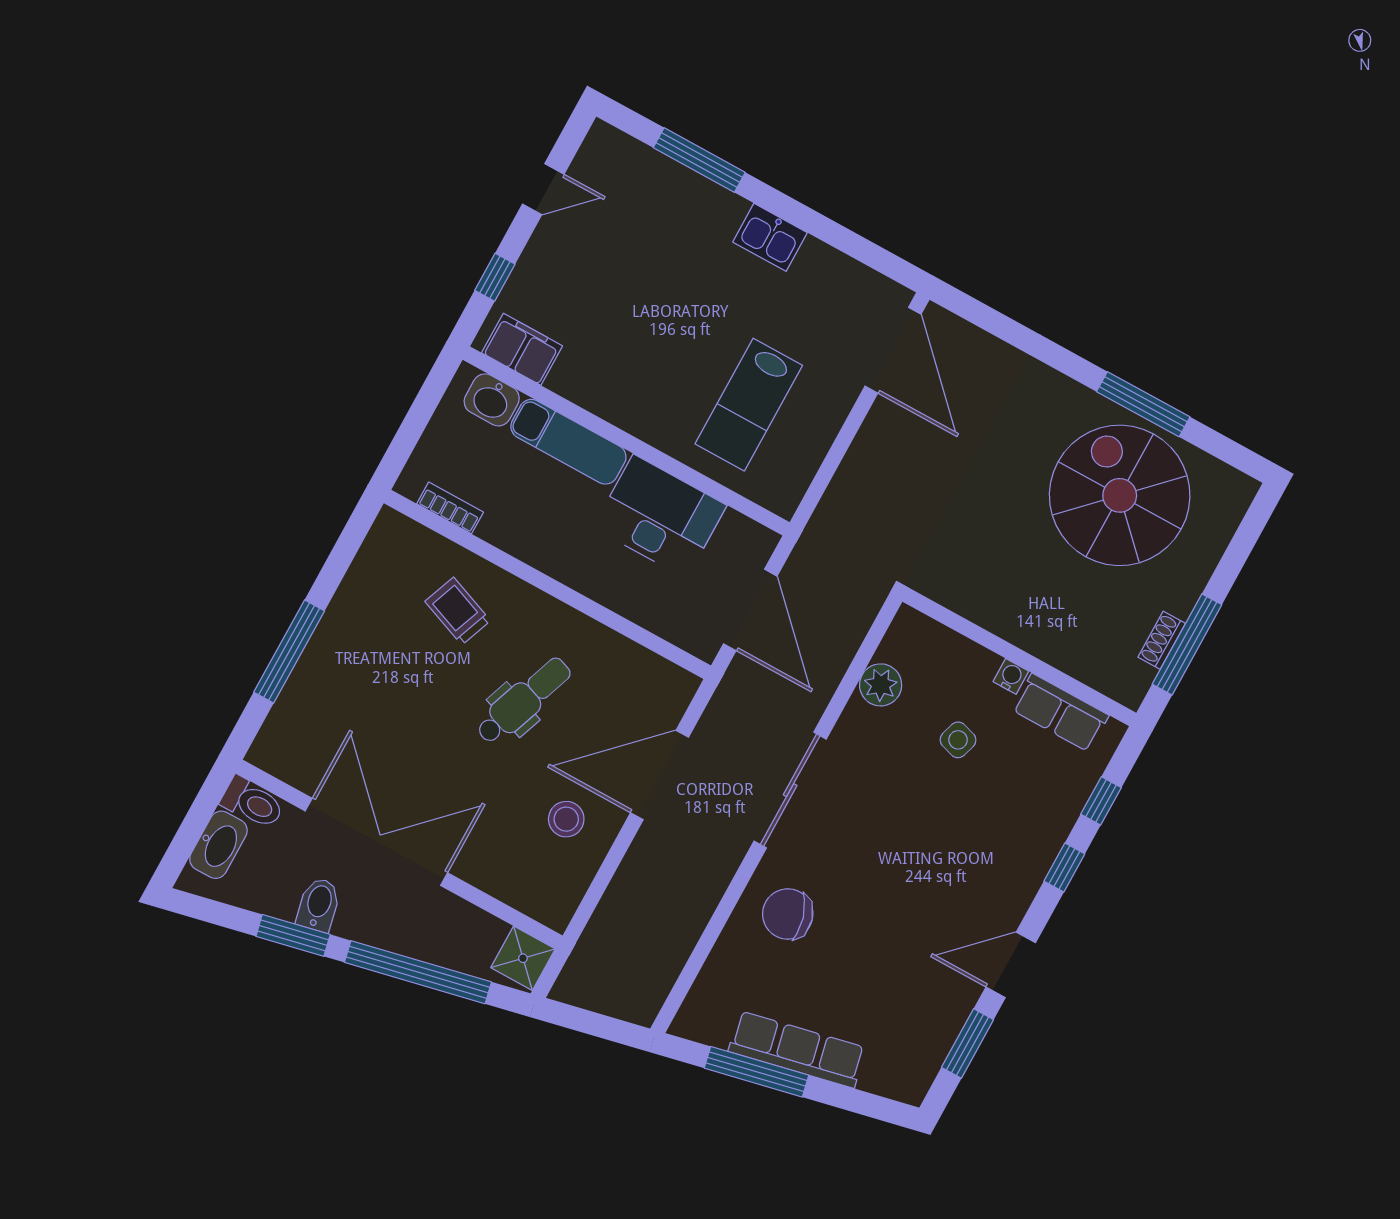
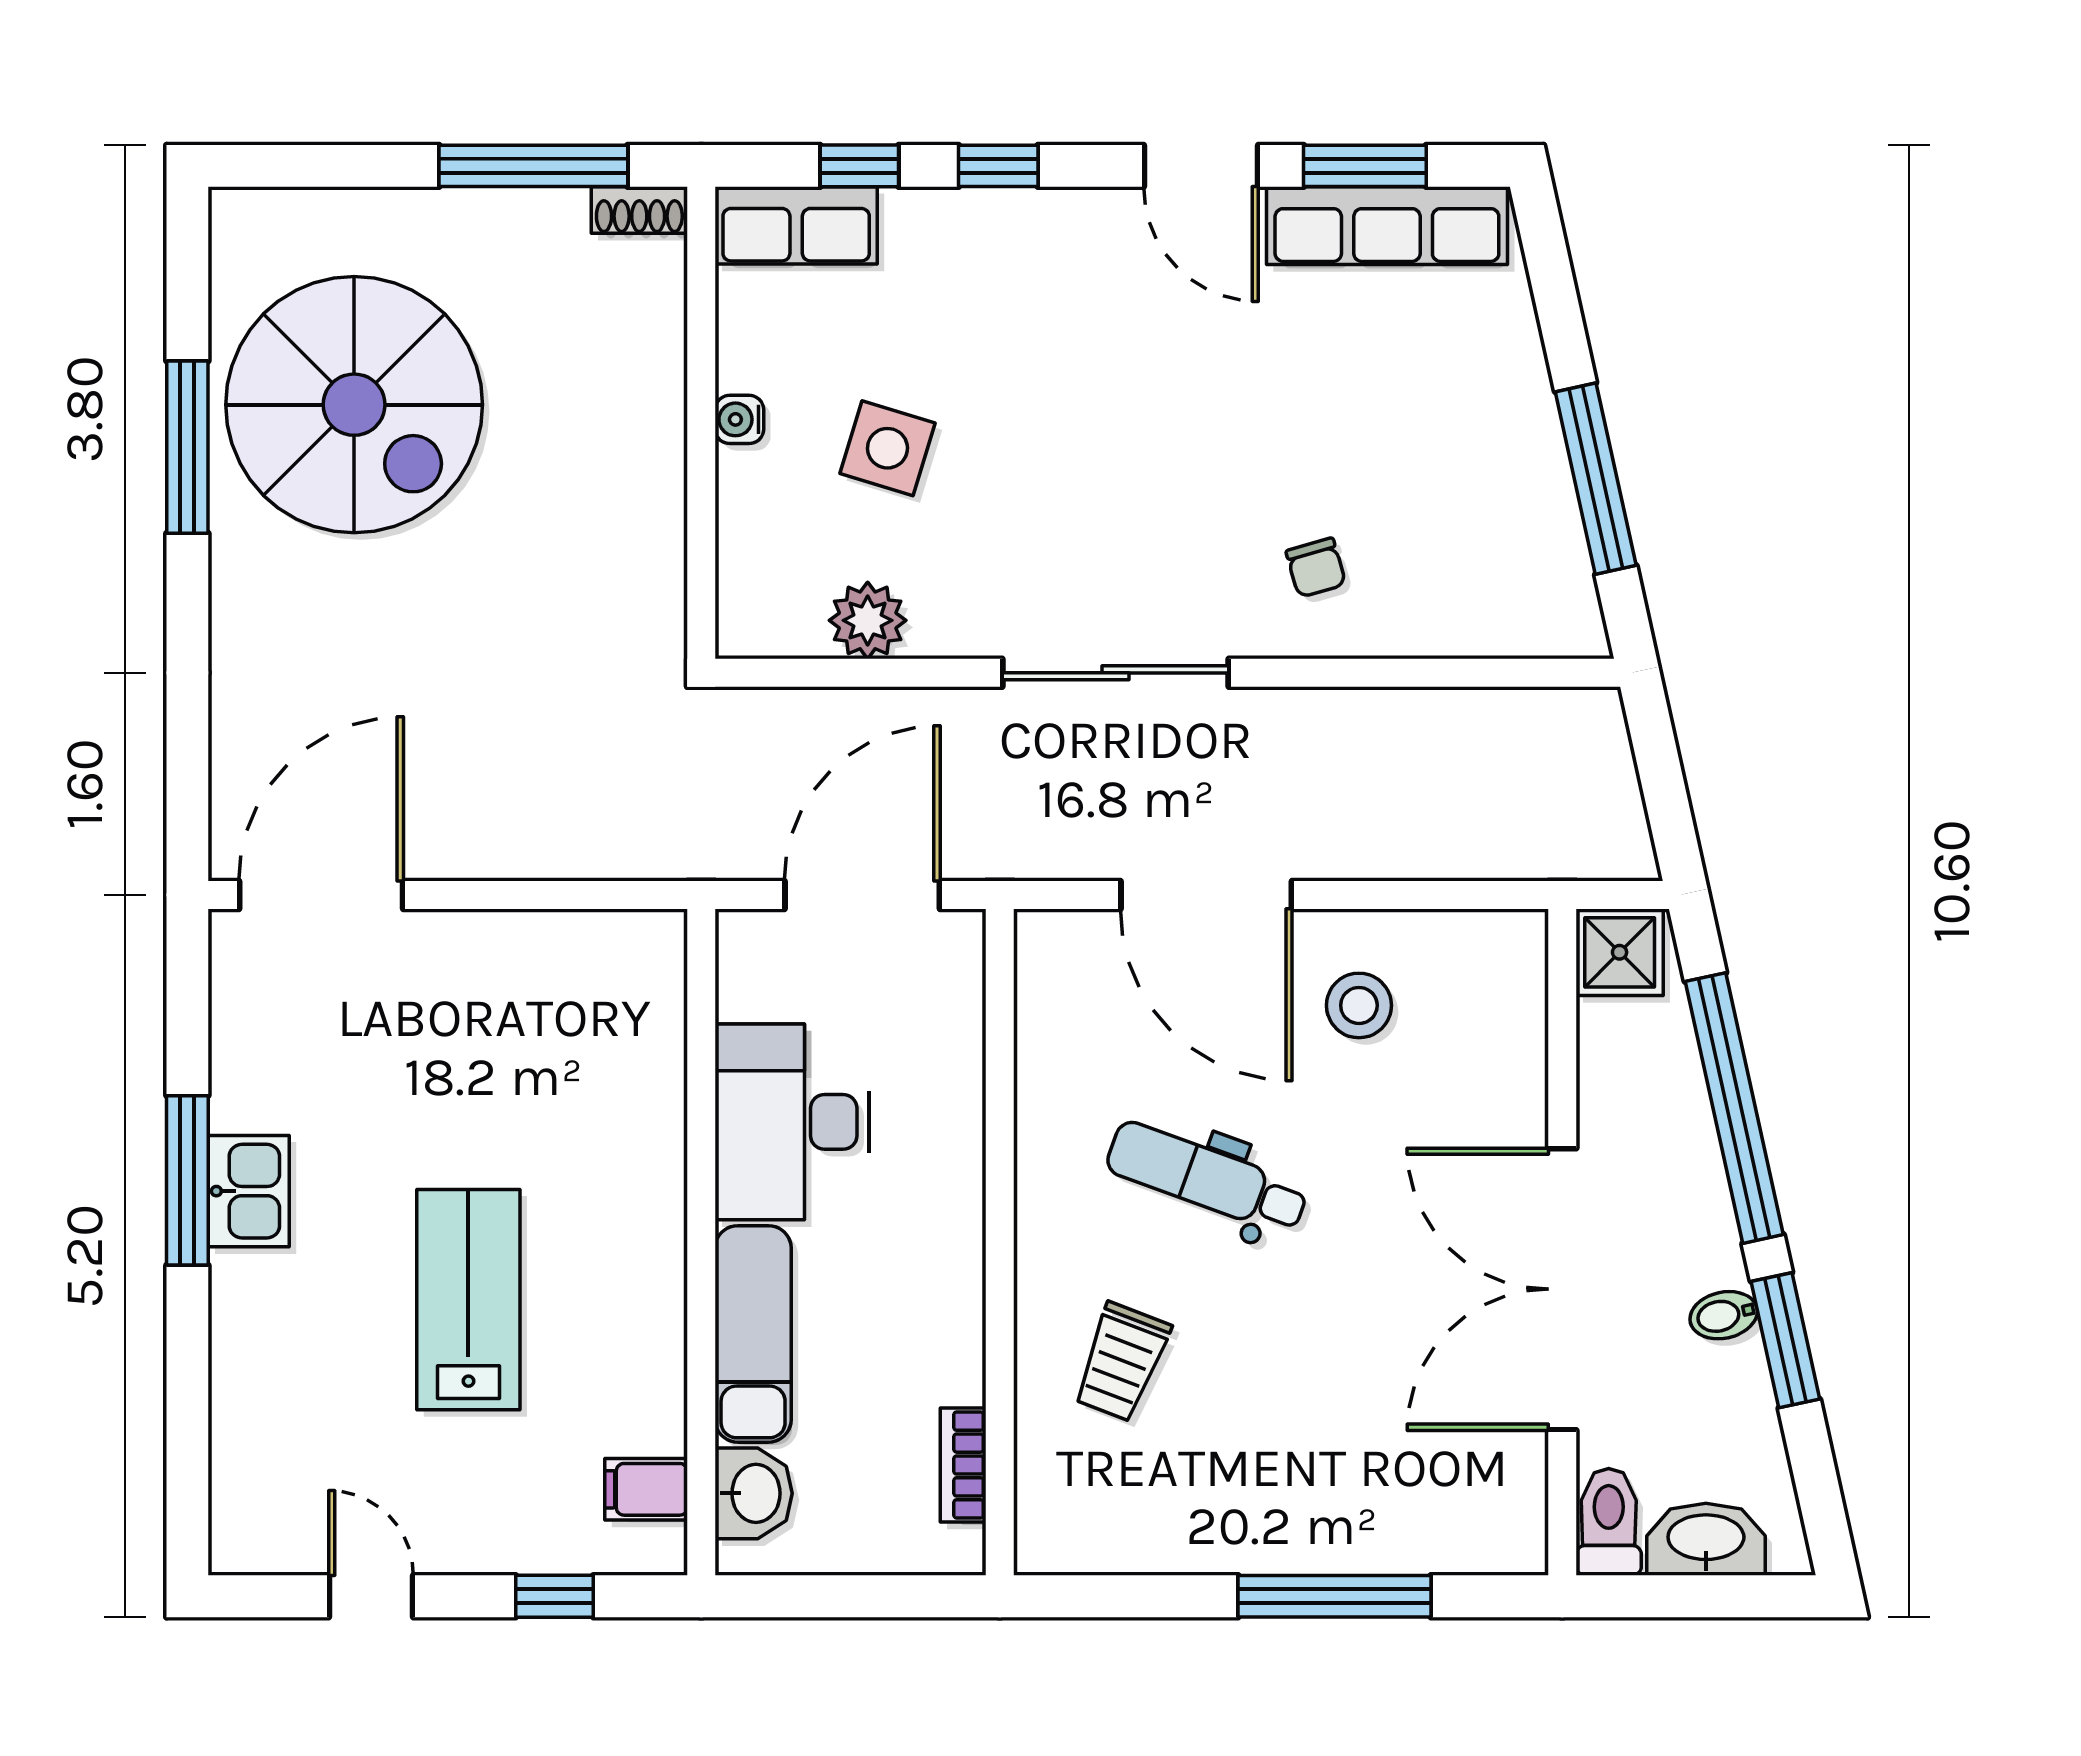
window: (699, 160) -> (187, 1180), moved
filing cabinet: (522, 349) -> (646, 1489), width x0.50
lab bench: (749, 405) -> (468, 1300), moved, turned -90
spiral stairs: (1120, 495) -> (354, 405), turned -90
shoe rack: (1162, 640) -> (639, 210), moved
row of seats: (1060, 713) -> (796, 225), moved, turned 90
side table: (958, 740) -> (887, 448), width x1.37, depth x1.37
bidet: (319, 905) -> (1724, 1315), width x0.72, depth x0.74
chair: (788, 914) -> (1316, 568), width x0.54, depth x0.54
row of seats: (797, 1050) -> (1387, 226), moved, turned -78

